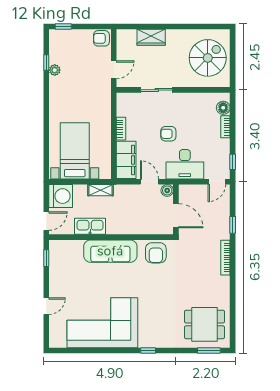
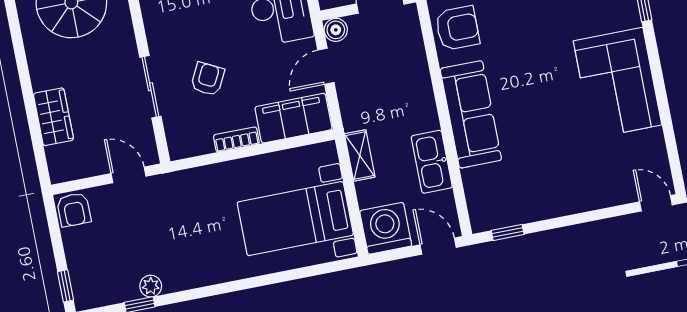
armchair: (168, 134) -> (208, 79), moved, turned -153
door: (46, 306) -> (656, 203), moved
corner sofa: (102, 323) -> (618, 83), width x0.73, depth x0.74

